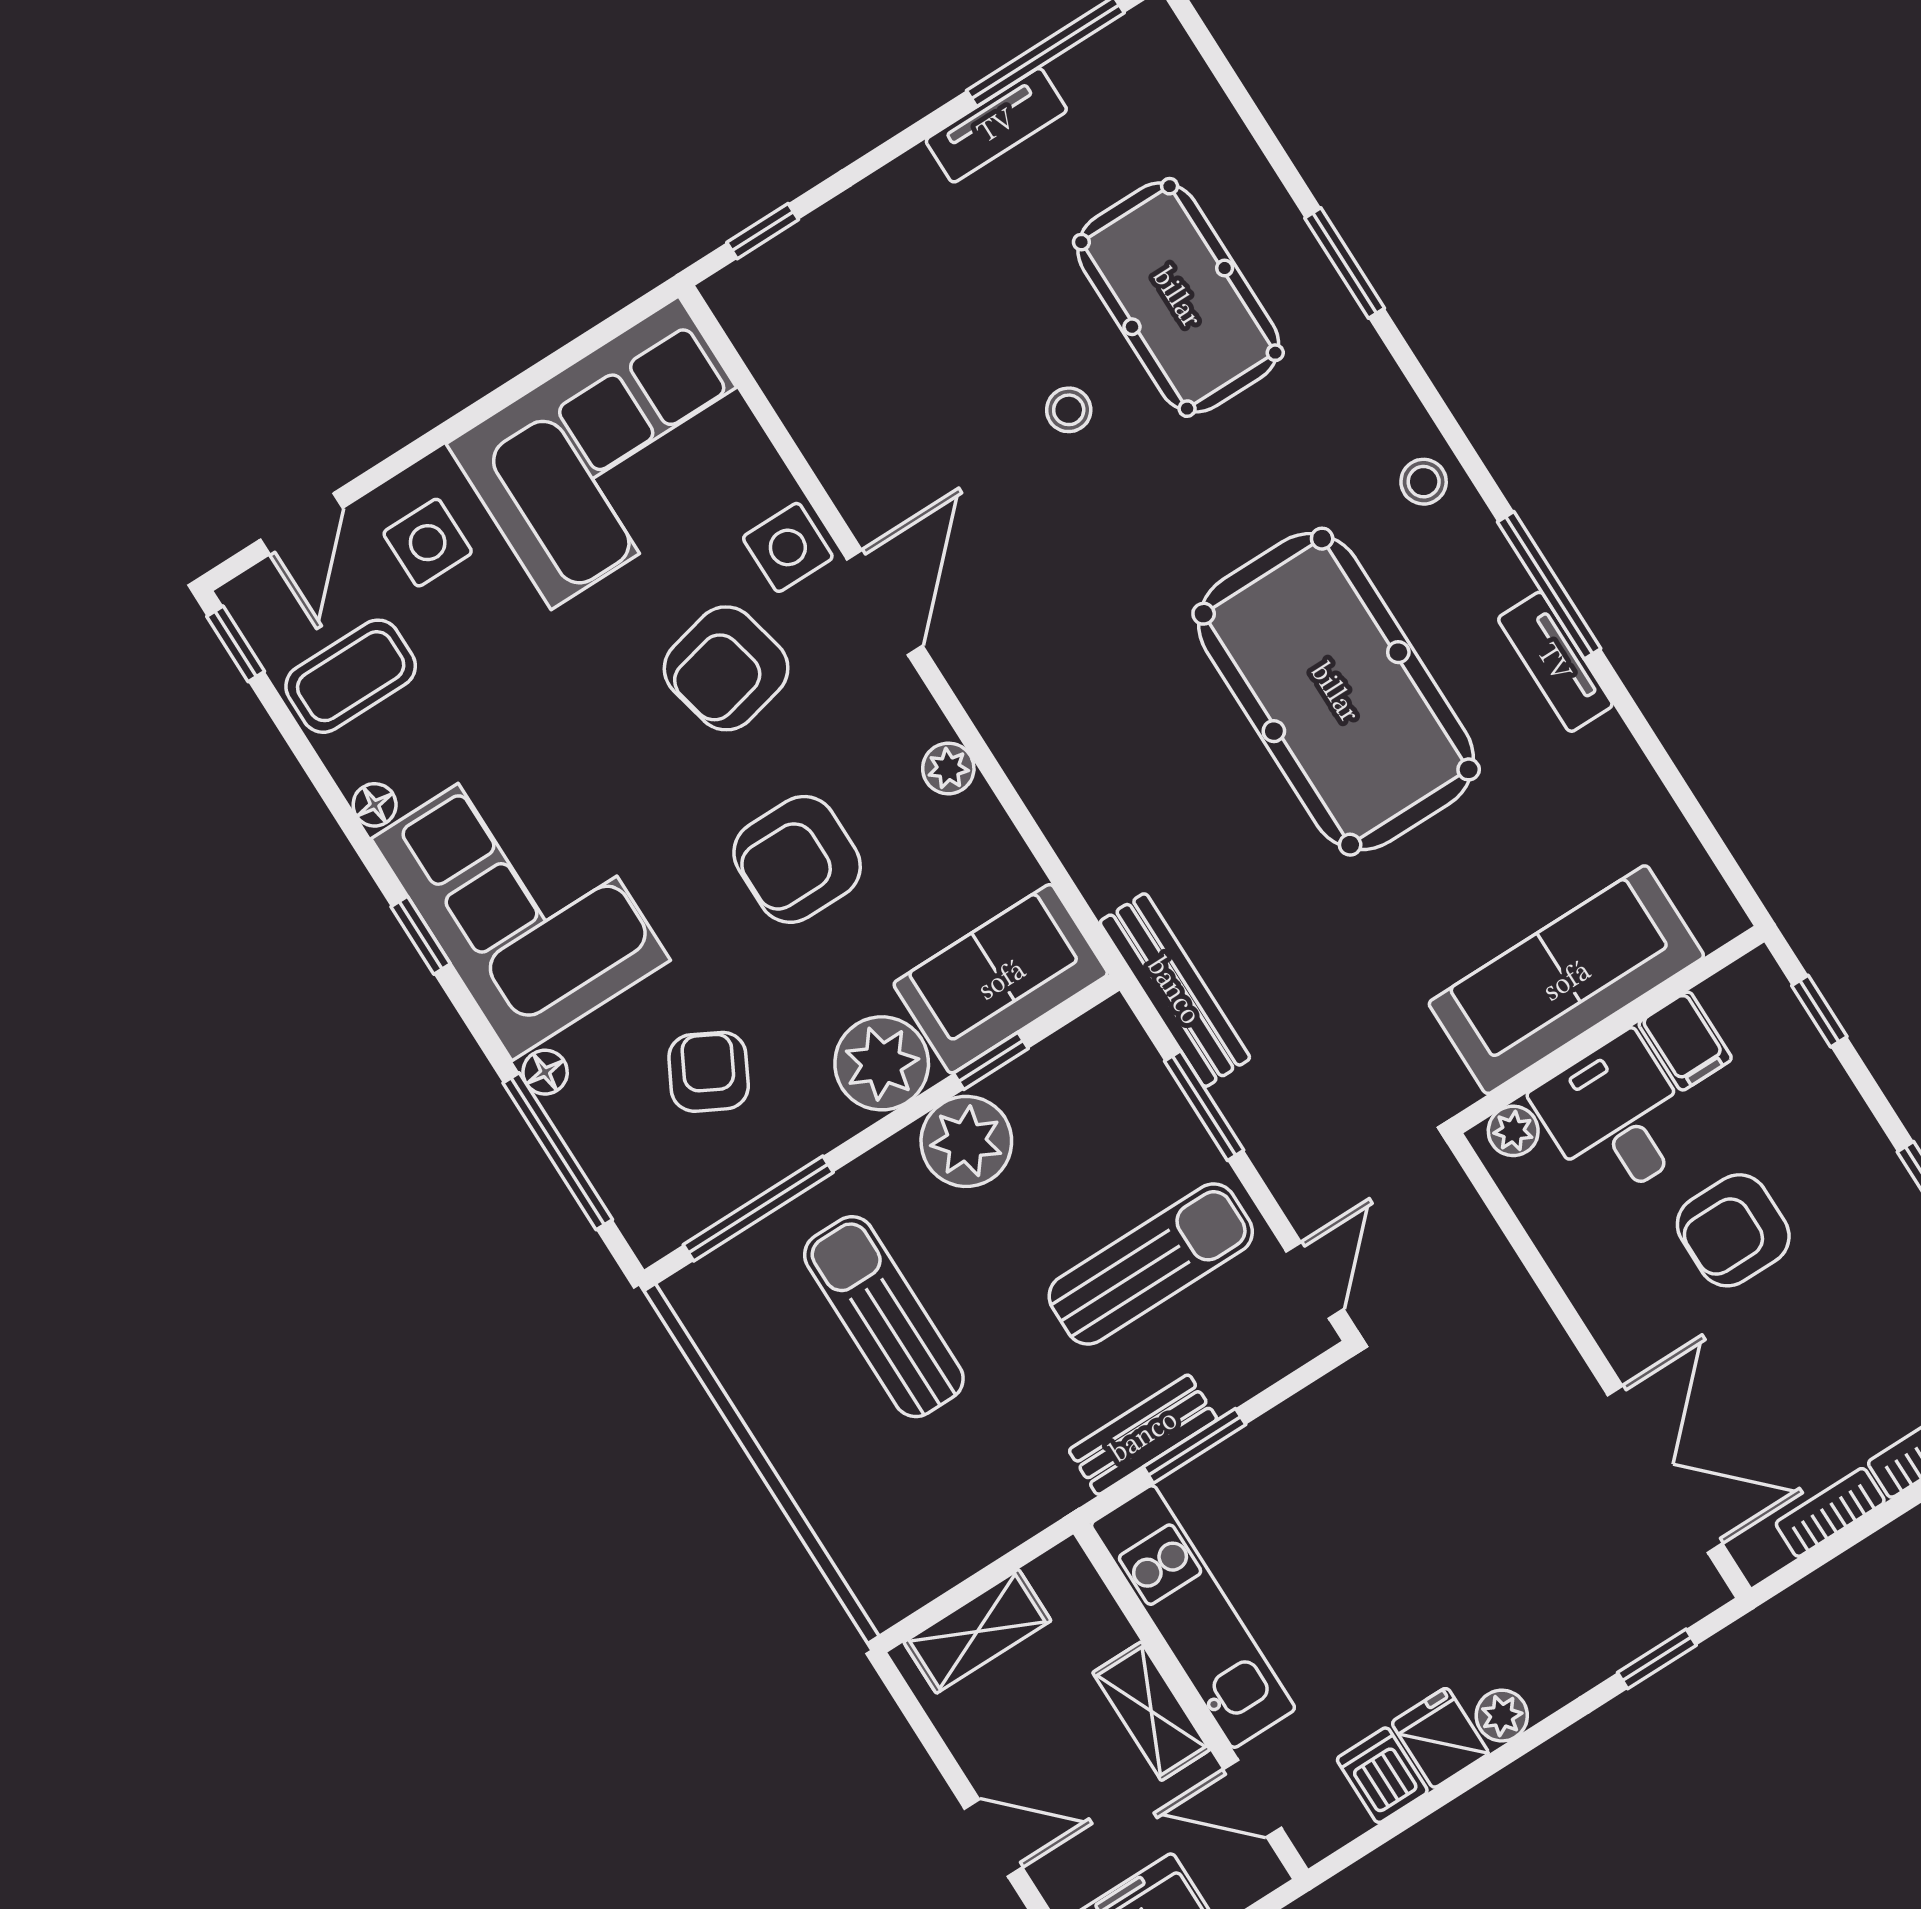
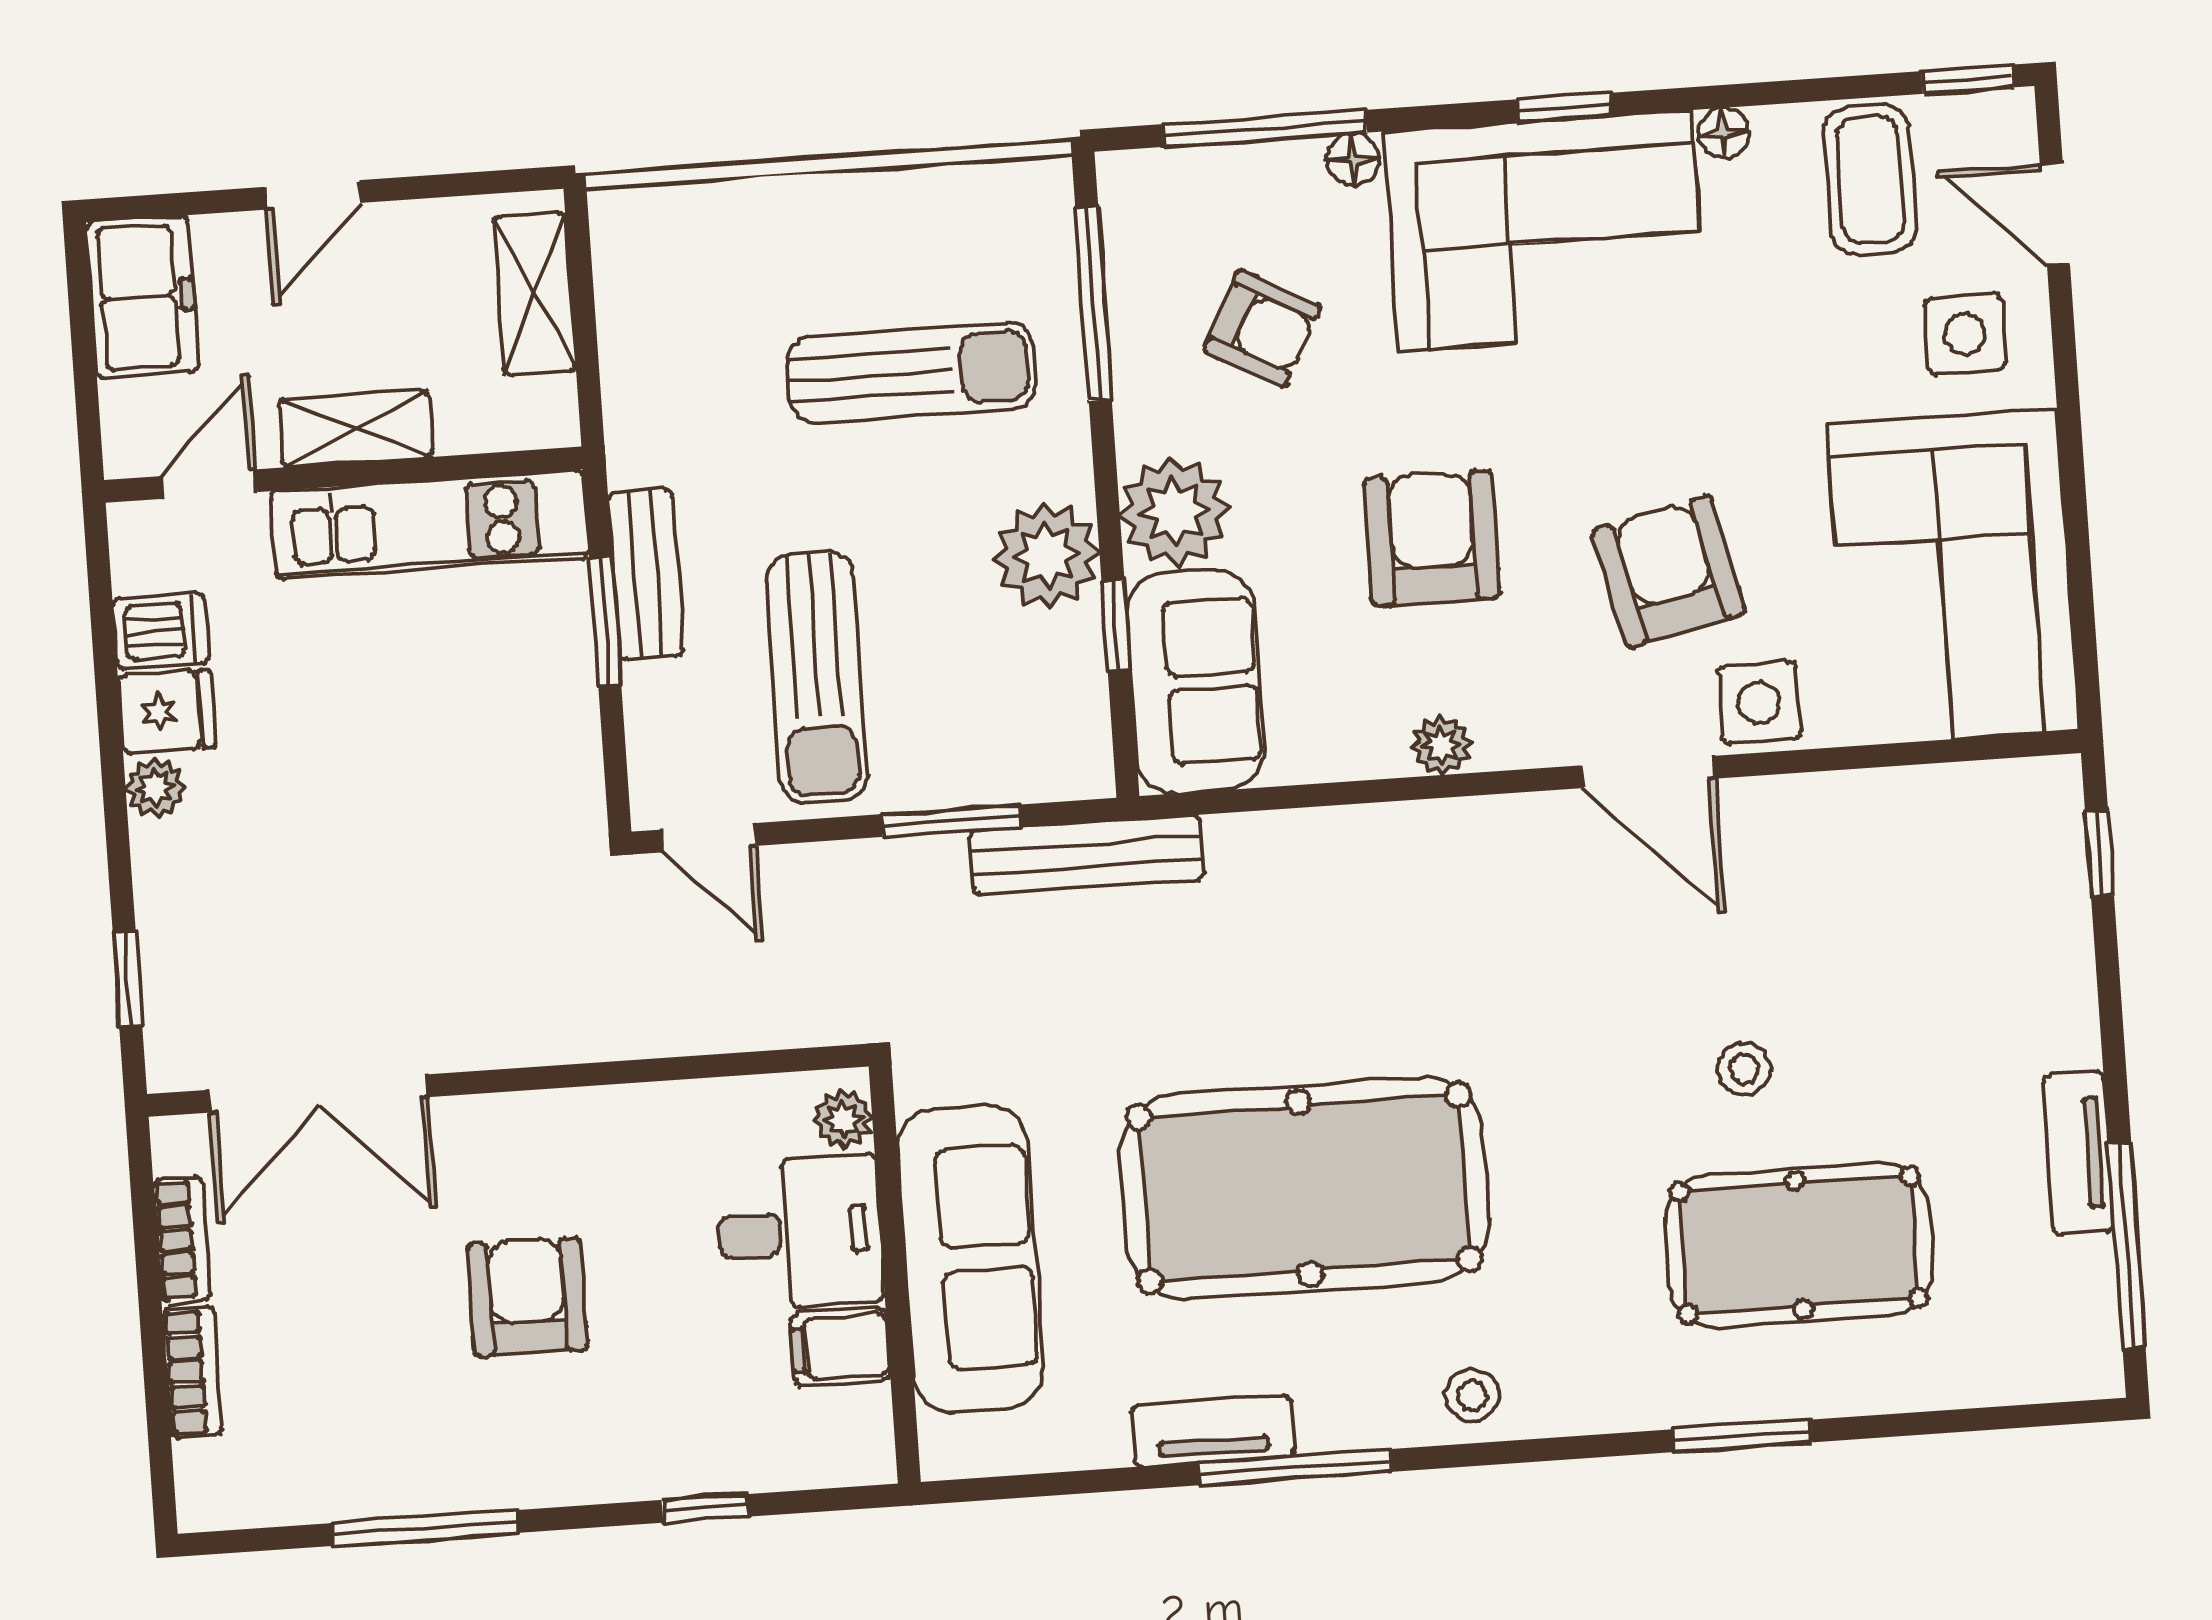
sofa: (1566, 980) -> (970, 1258), moved
wall: (1609, 1030) -> (895, 1274), moved
filing cabinet: (1685, 1041) -> (840, 1347), moved
desk: (1616, 1118) -> (800, 1232), moved
plant: (1513, 1131) -> (843, 1119), moved

